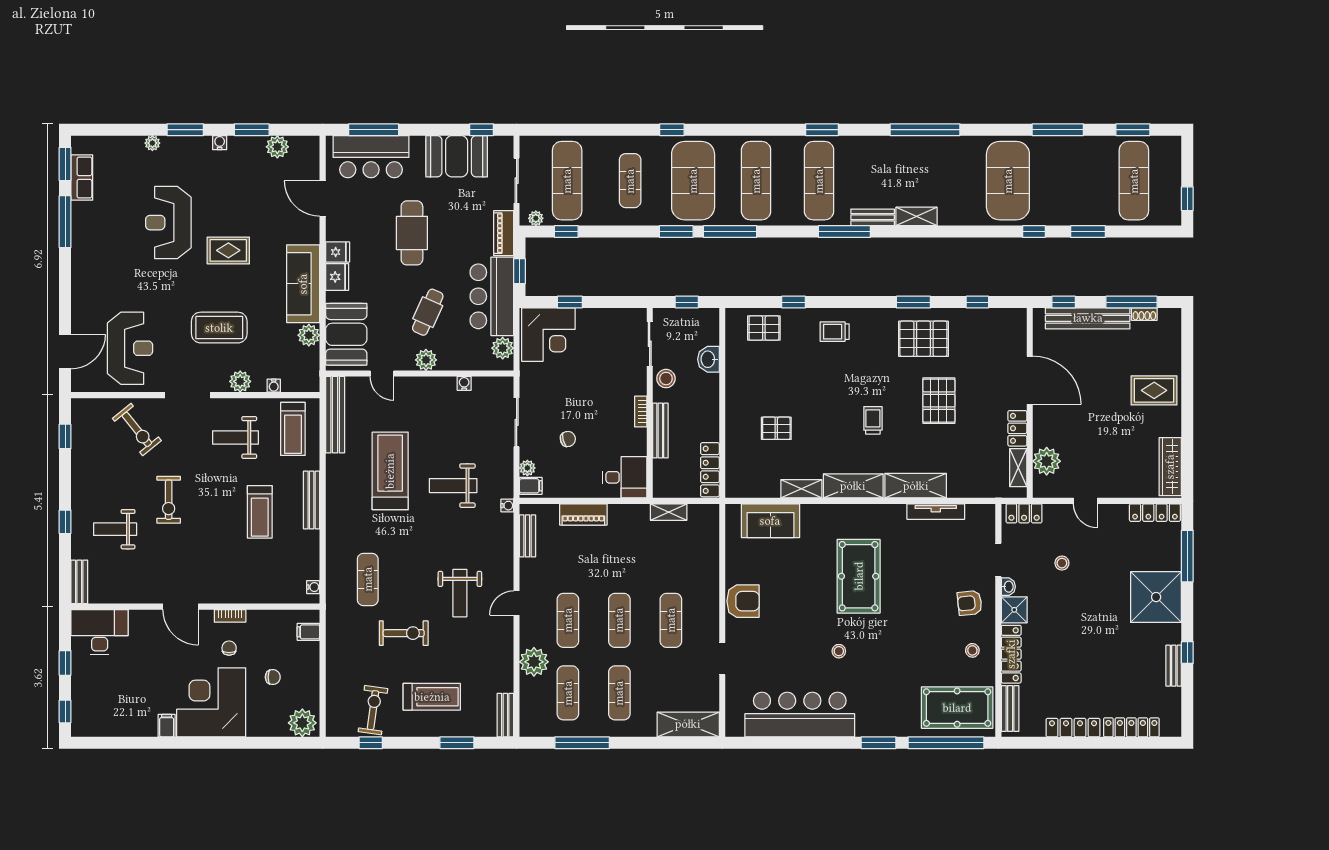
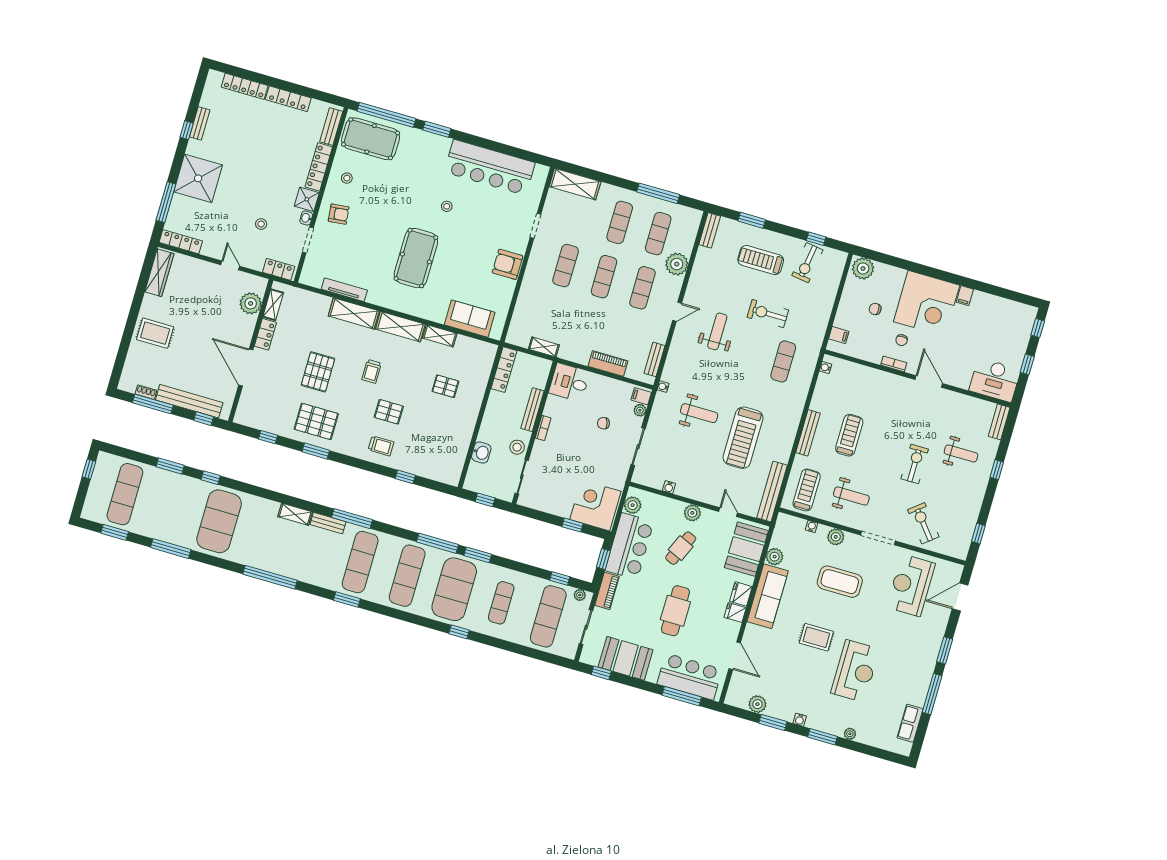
window: (65, 164) -> (945, 650), moved
pallet: (764, 328) -> (389, 412), moved

